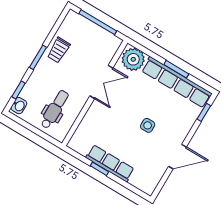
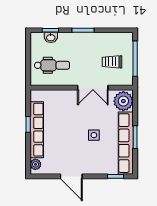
trolley: (59, 50) -> (112, 62), moved
washbasin: (19, 106) -> (51, 37), moved
side table: (148, 125) -> (94, 135), moved
row of seats: (110, 163) -> (37, 130), width x1.36
plant: (144, 185) -> (35, 164), added

